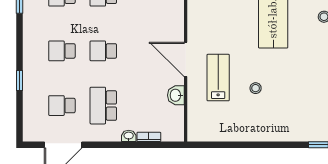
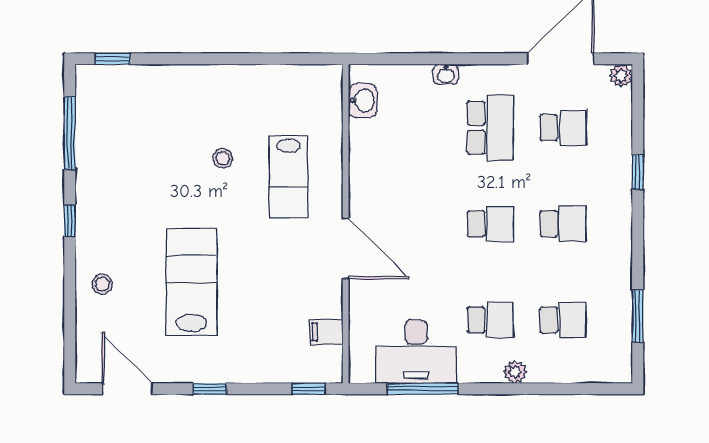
door: (186, 59) -> (346, 248), moved
washbasin: (176, 95) -> (363, 101), moved
plant: (29, 135) -> (621, 76), added
bookcase: (149, 137) -> (410, 73), removed

